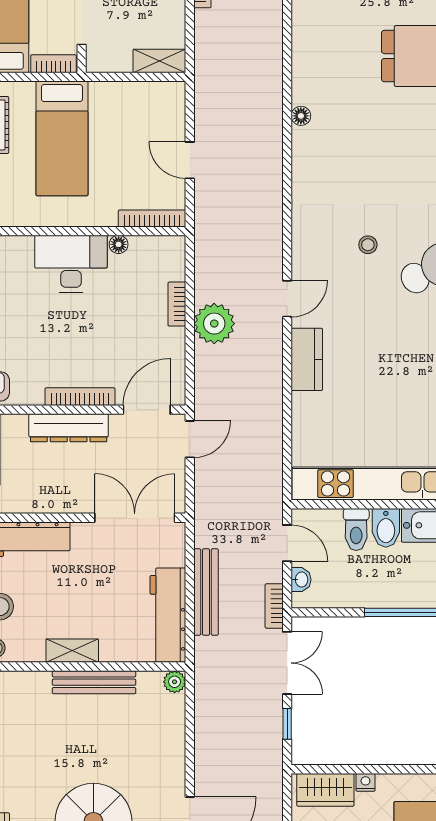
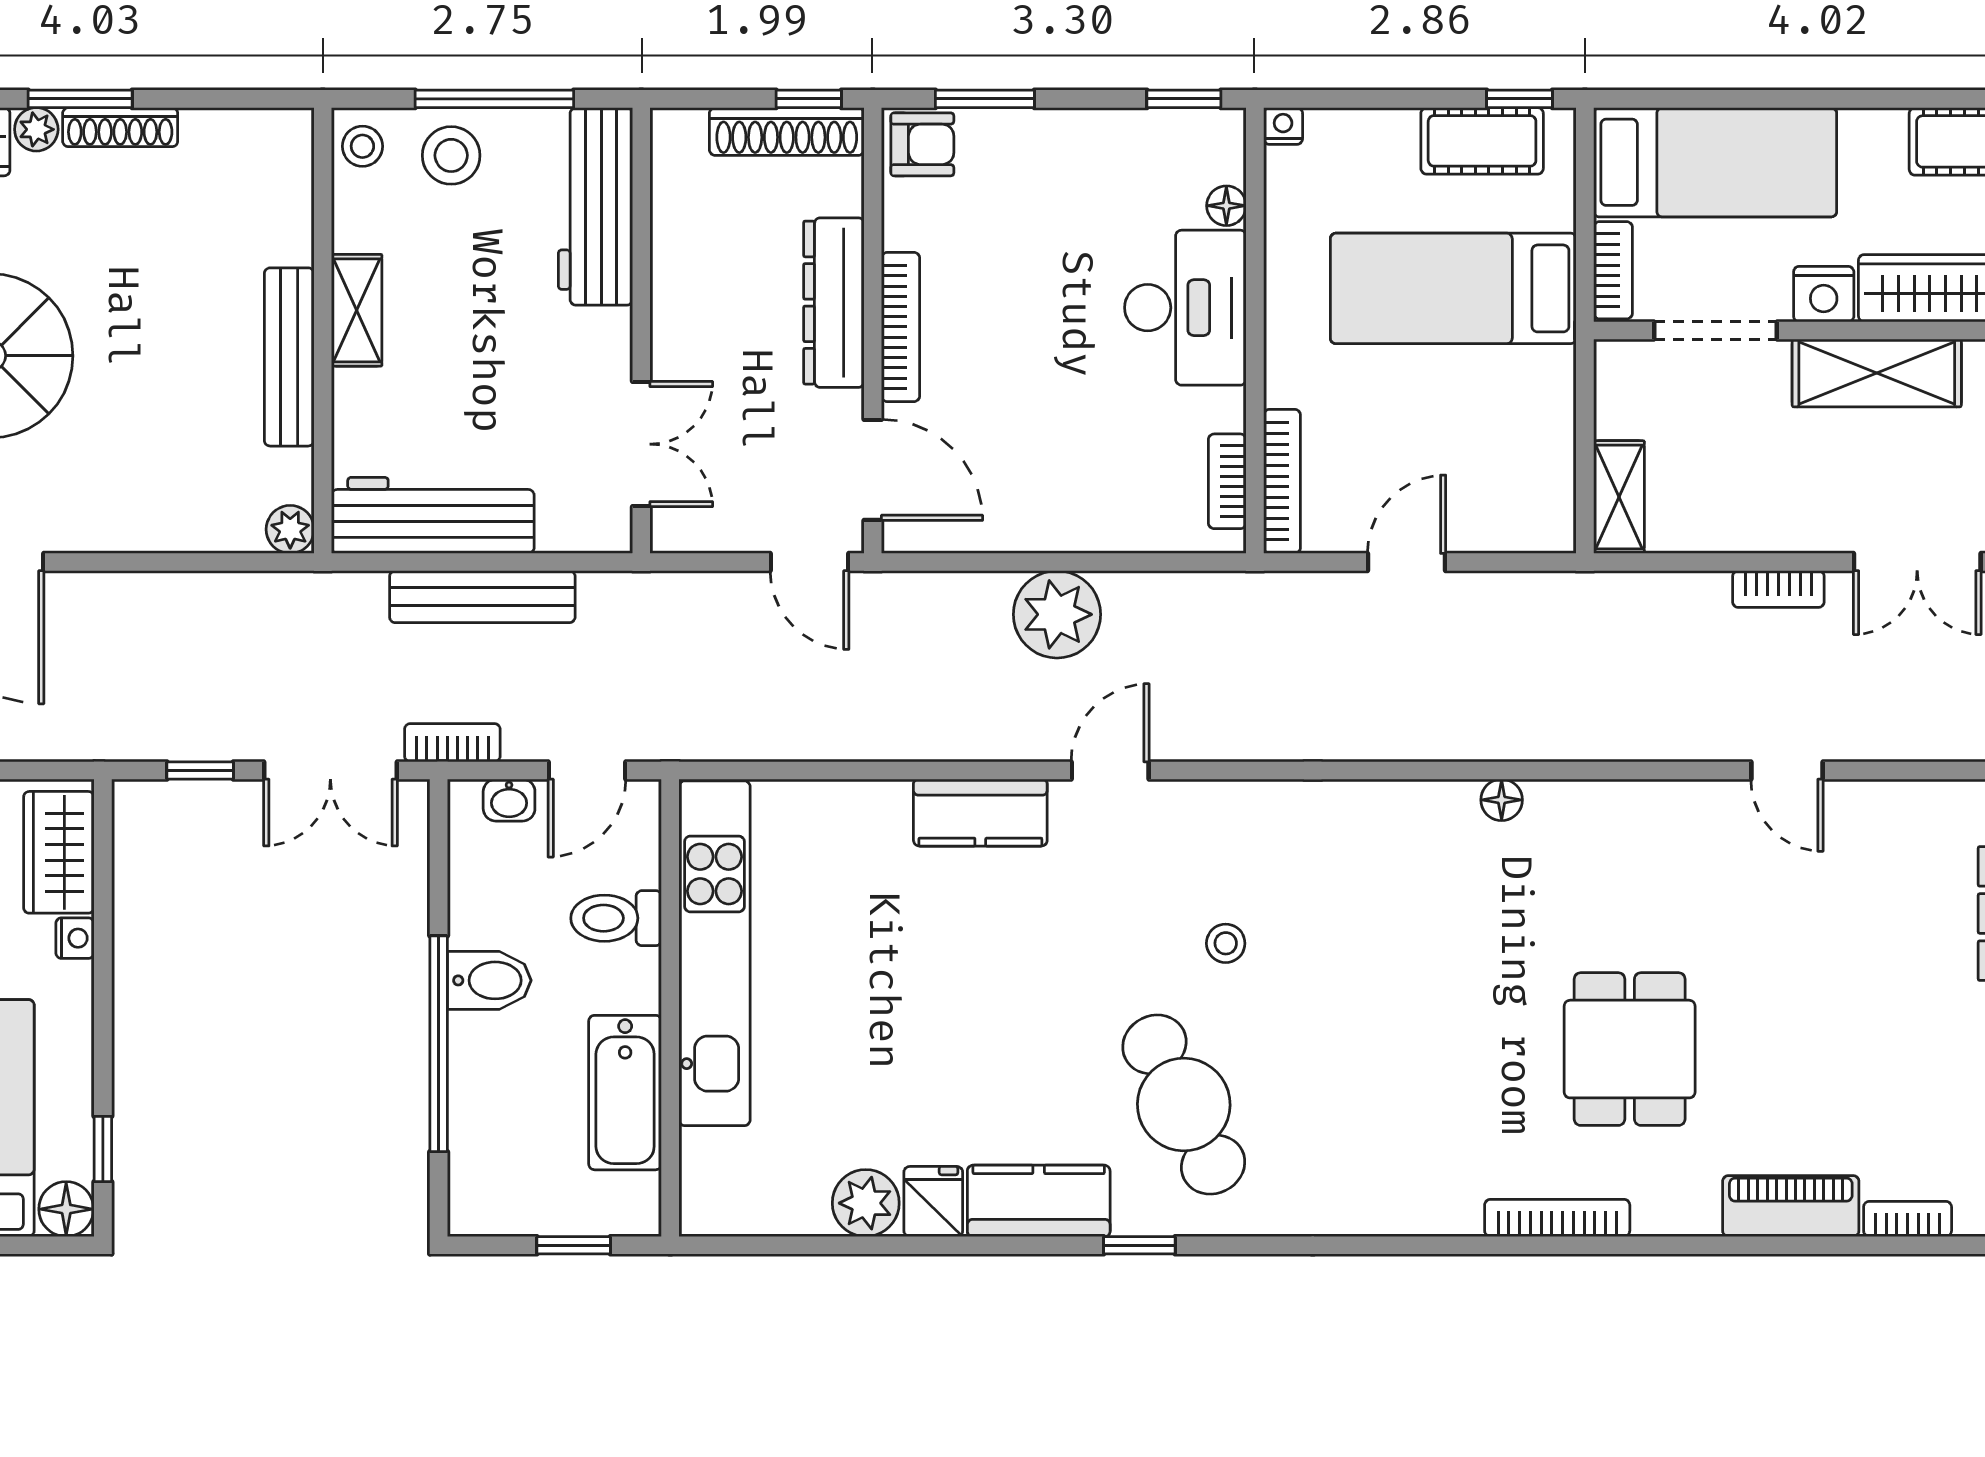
floor lamp: (119, 244) -> (1226, 206), moved
door: (287, 299) -> (1110, 770), swing flipped
bookcase: (177, 304) -> (1227, 481), moved, turned -90
double door: (135, 518) -> (641, 444), width x0.73
bidet: (386, 528) -> (489, 980), moved, turned 180

